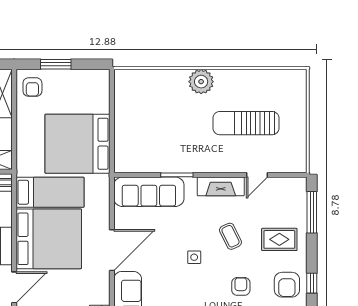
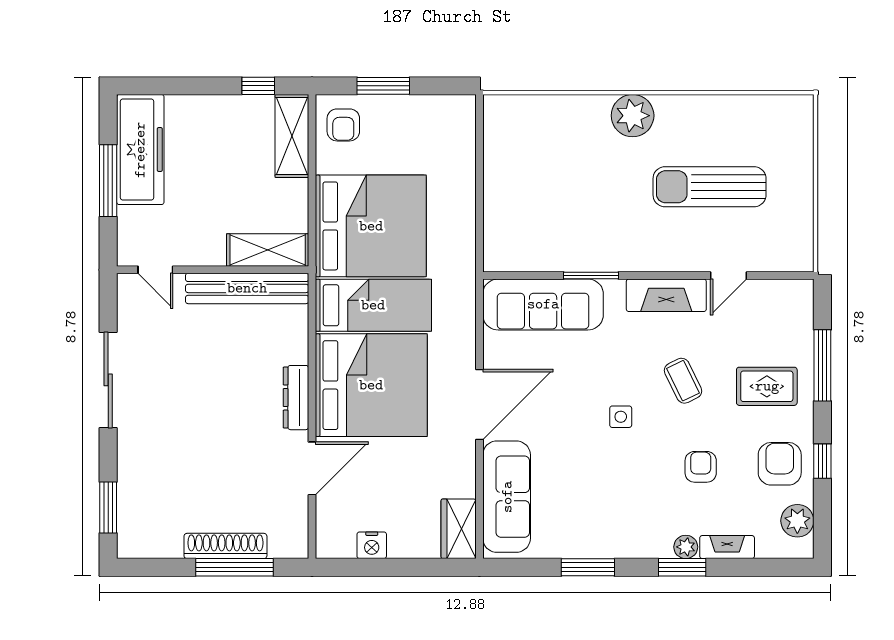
bed: (77, 144) -> (371, 226), moved, turned 180
window: (312, 212) -> (822, 365), moved
armchair: (287, 285) -> (780, 464), turned 180

